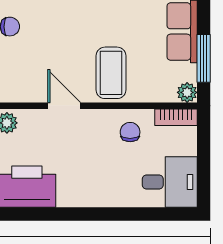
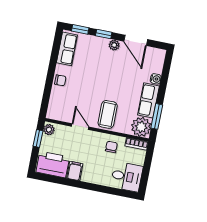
plant: (187, 92) -> (141, 127), width x1.88, depth x1.88
filing cabinet: (70, 191) -> (75, 171), added

